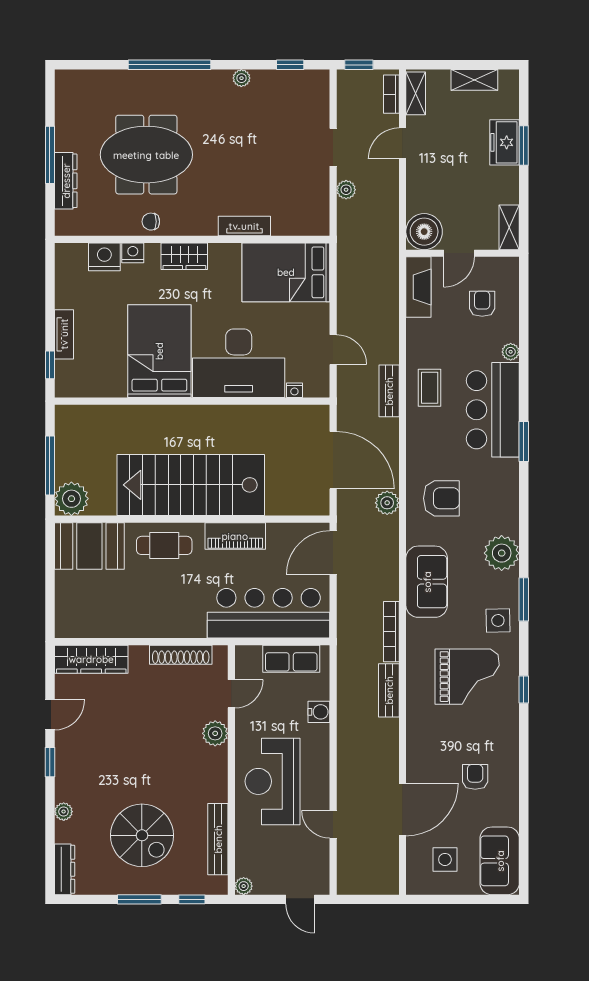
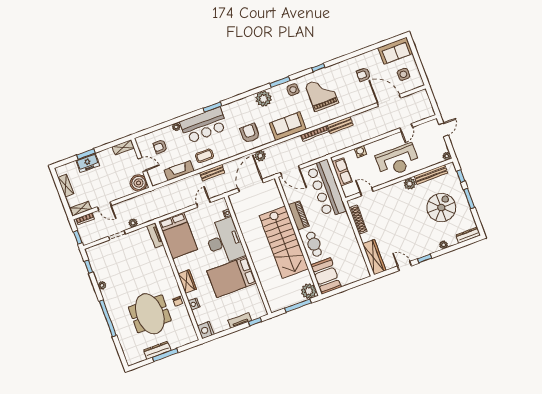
dresser: (66, 181) -> (157, 350), moved
tv unit: (244, 226) -> (155, 235), moved
nightstand: (104, 257) -> (206, 330), moved
fireplace: (418, 287) -> (179, 171), moved
plant: (215, 733) -> (410, 184), moved

